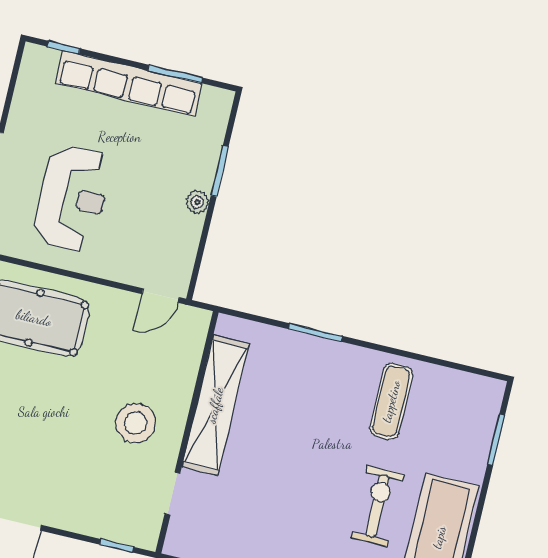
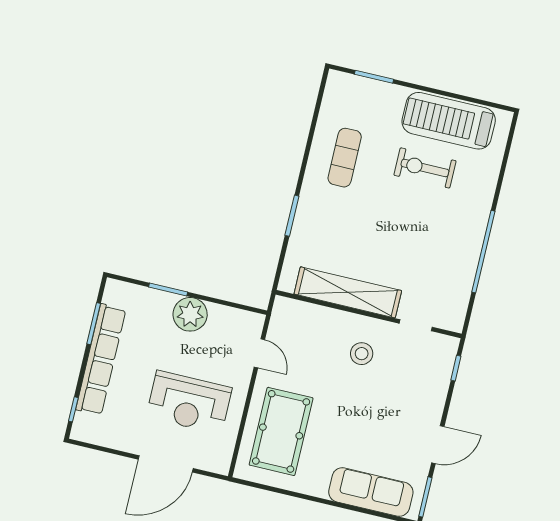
reception desk: (73, 198) -> (189, 402), turned 180
plant: (197, 202) -> (190, 314), width x1.87, depth x1.87
door: (161, 296) -> (259, 353), moved
exercise mat: (391, 401) -> (345, 158), turned 90
stool: (136, 423) -> (362, 354), width x0.73, depth x0.73

